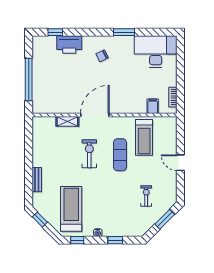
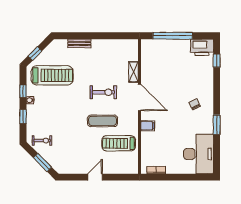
printer: (69, 44) -> (202, 47), moved, turned -90
filing cabinet: (153, 106) -> (148, 126), moved
exercise bike: (146, 196) -> (42, 141), moved
window: (40, 220) -> (35, 54), moved
window: (77, 240) -> (23, 91), moved

